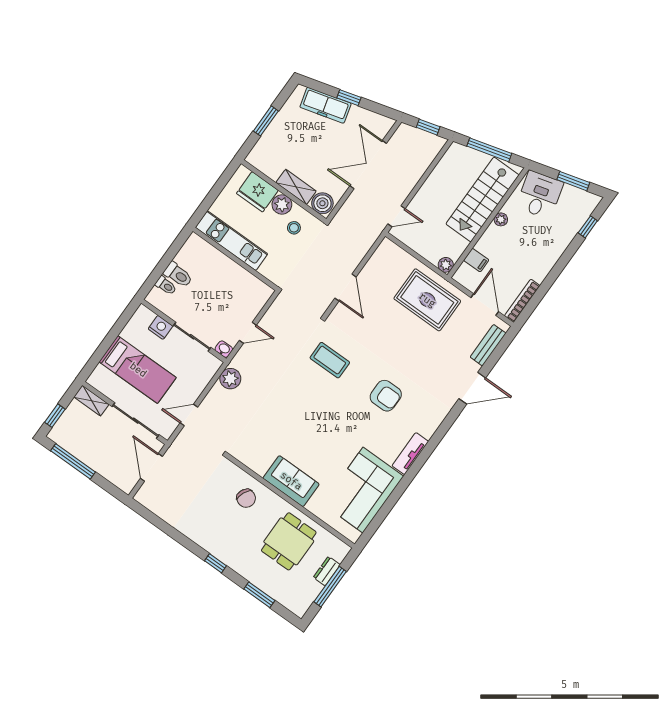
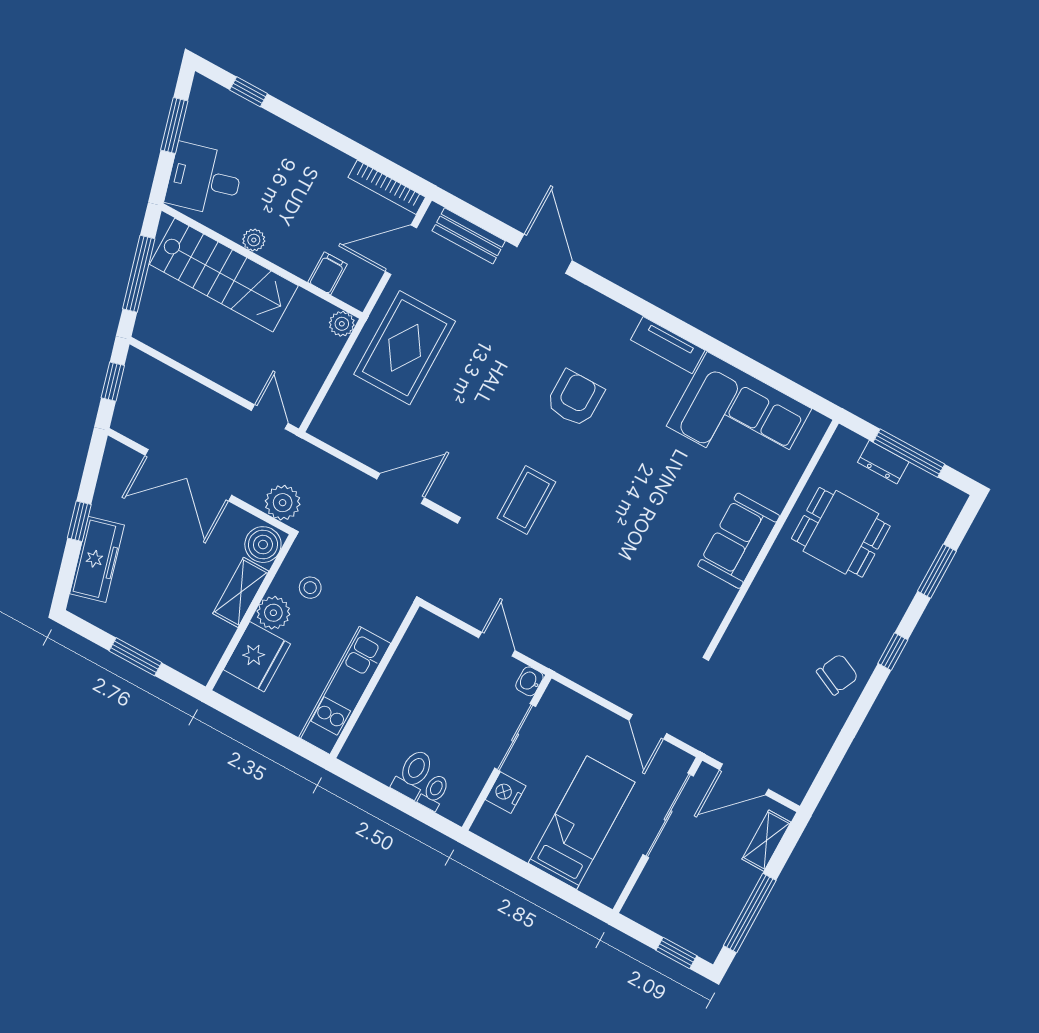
plant: (230, 379) -> (283, 503), moved
shelving: (91, 401) -> (766, 841), moved
chair: (246, 498) -> (837, 674), moved

